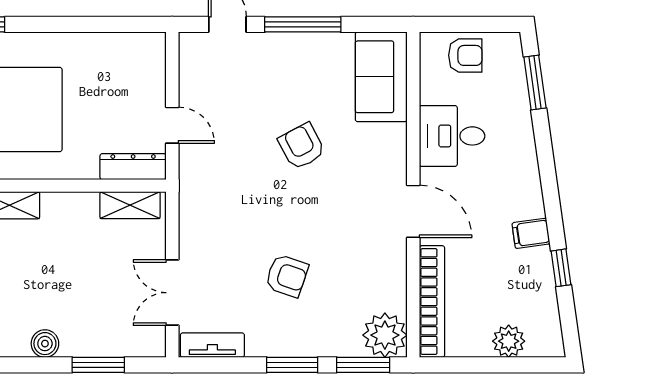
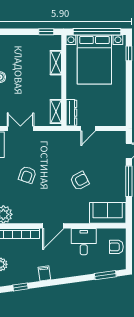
armchair: (465, 55) -> (116, 247), turned 90
window: (561, 268) -> (20, 287), moved

